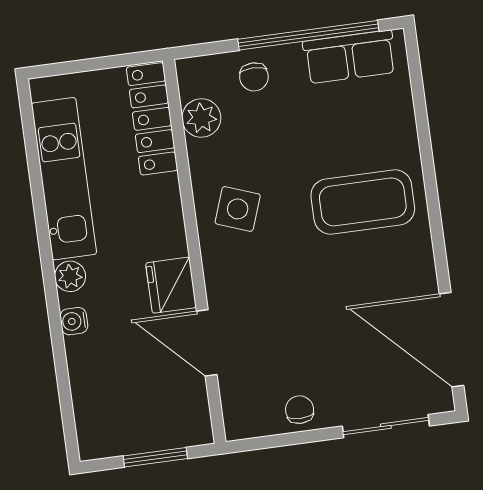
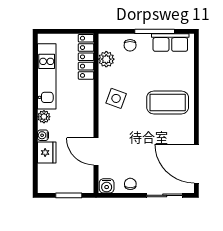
window: (308, 35) -> (155, 31), width x0.68
fridge: (171, 285) -> (47, 152), moved, turned 180
water cooler: (243, 422) -> (107, 186), added

